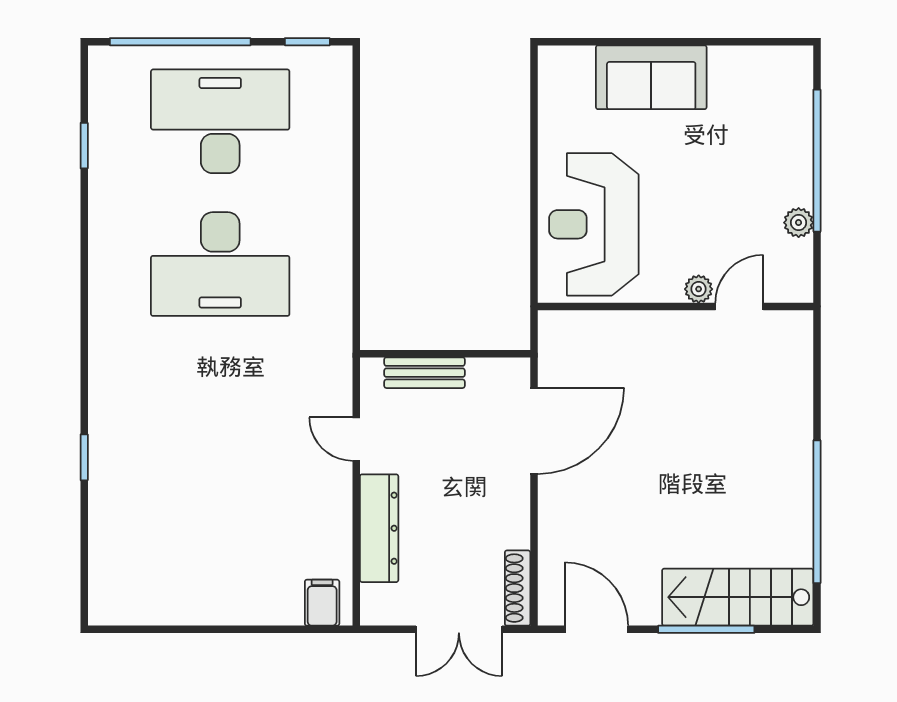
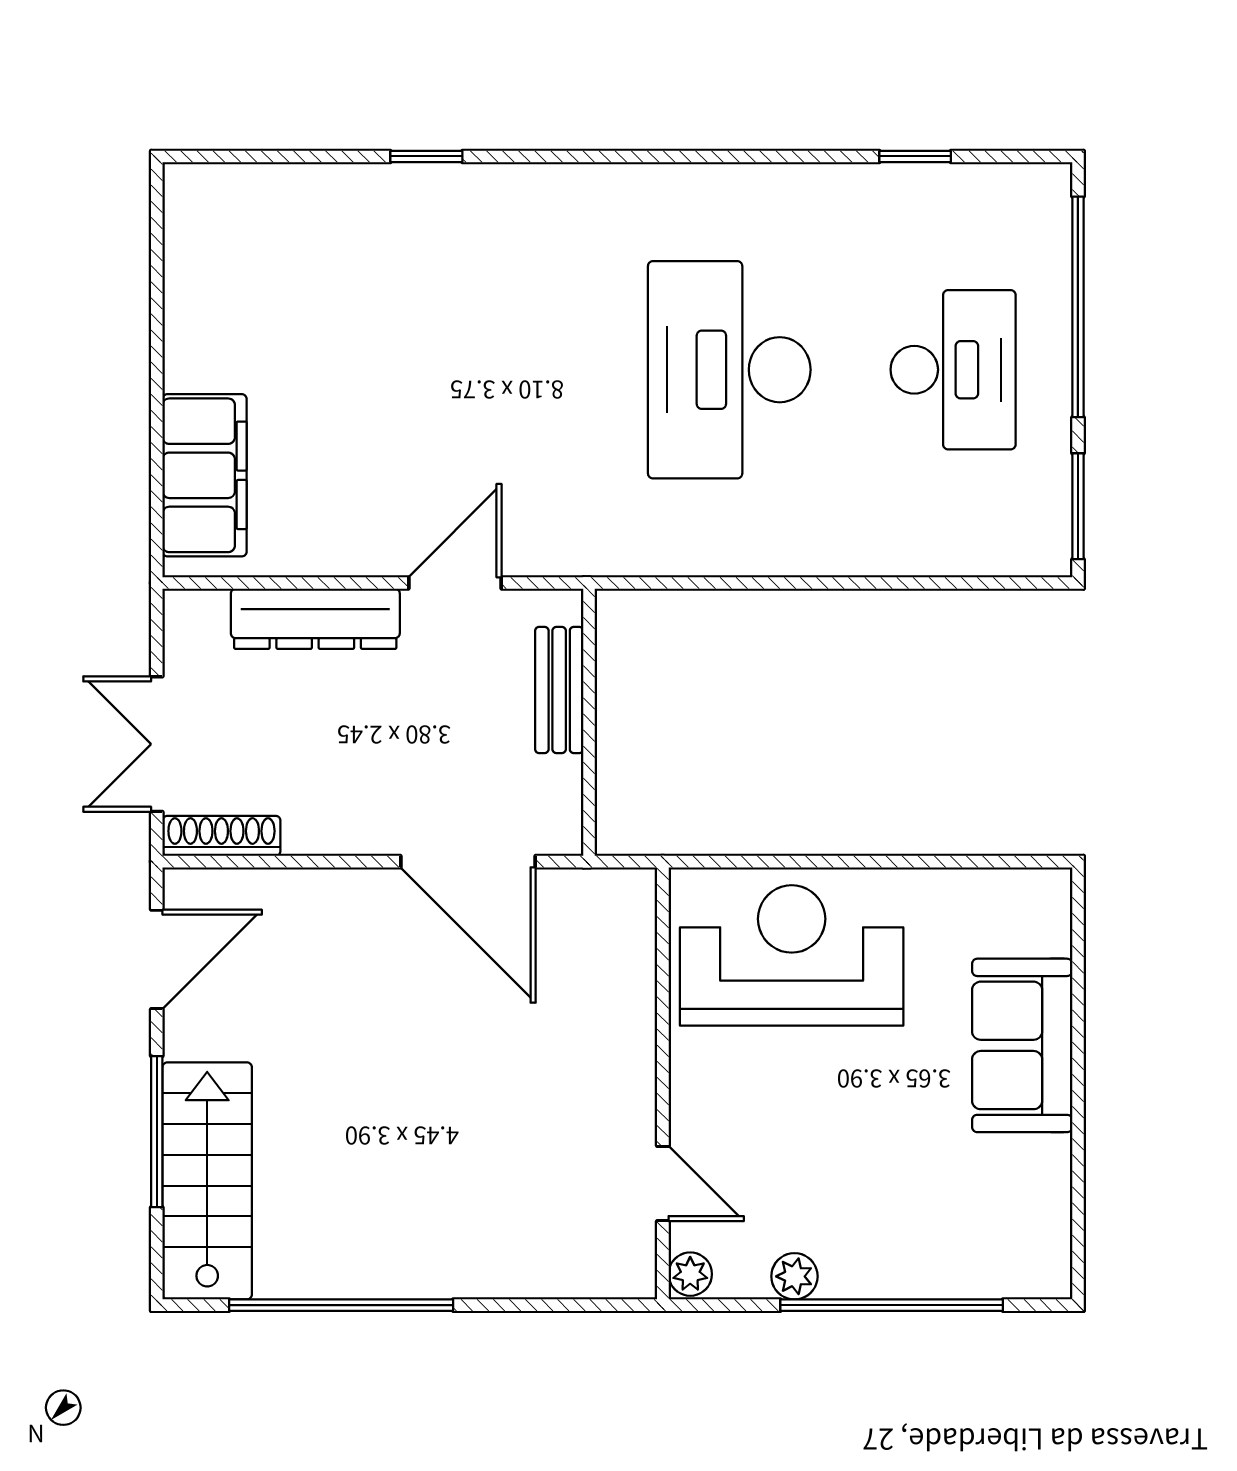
window: (307, 42) -> (1078, 506), width x1.50
desk: (220, 121) -> (953, 370), width x0.73, depth x0.77
plant: (699, 289) -> (690, 1274), moved
door: (356, 439) -> (455, 583), width x1.37
filing cabinet: (322, 603) -> (205, 475), width x3.00, depth x1.17

